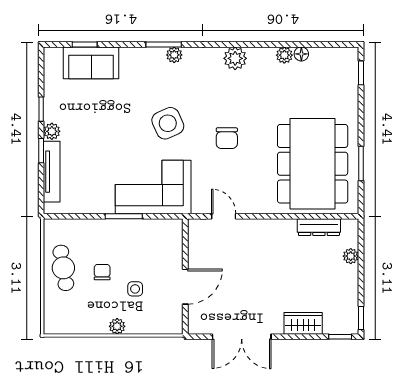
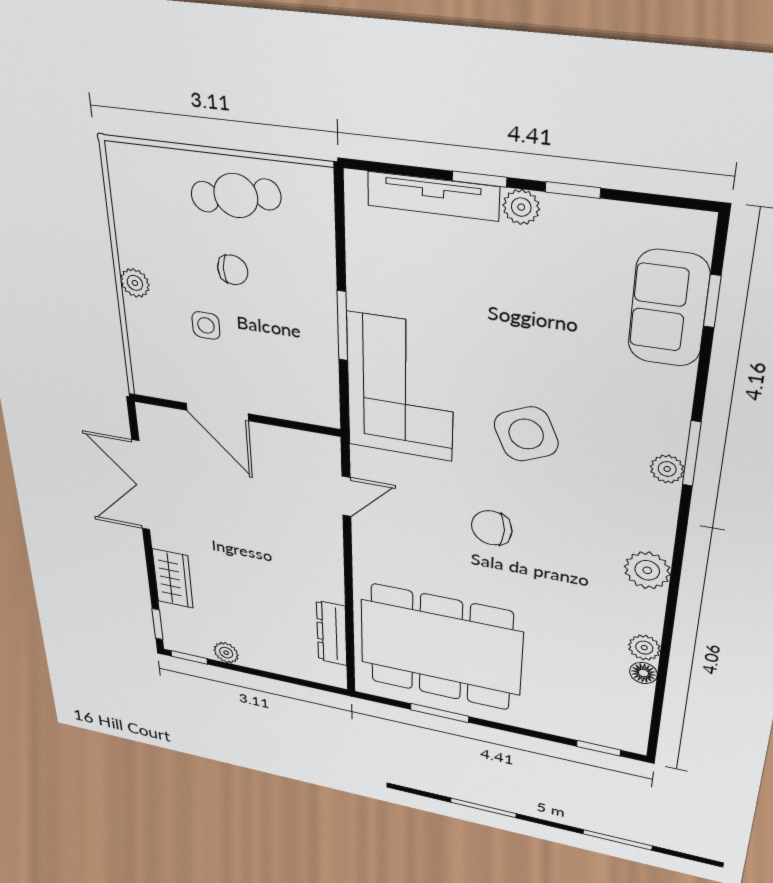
plant: (351, 256) -> (226, 653), moved

